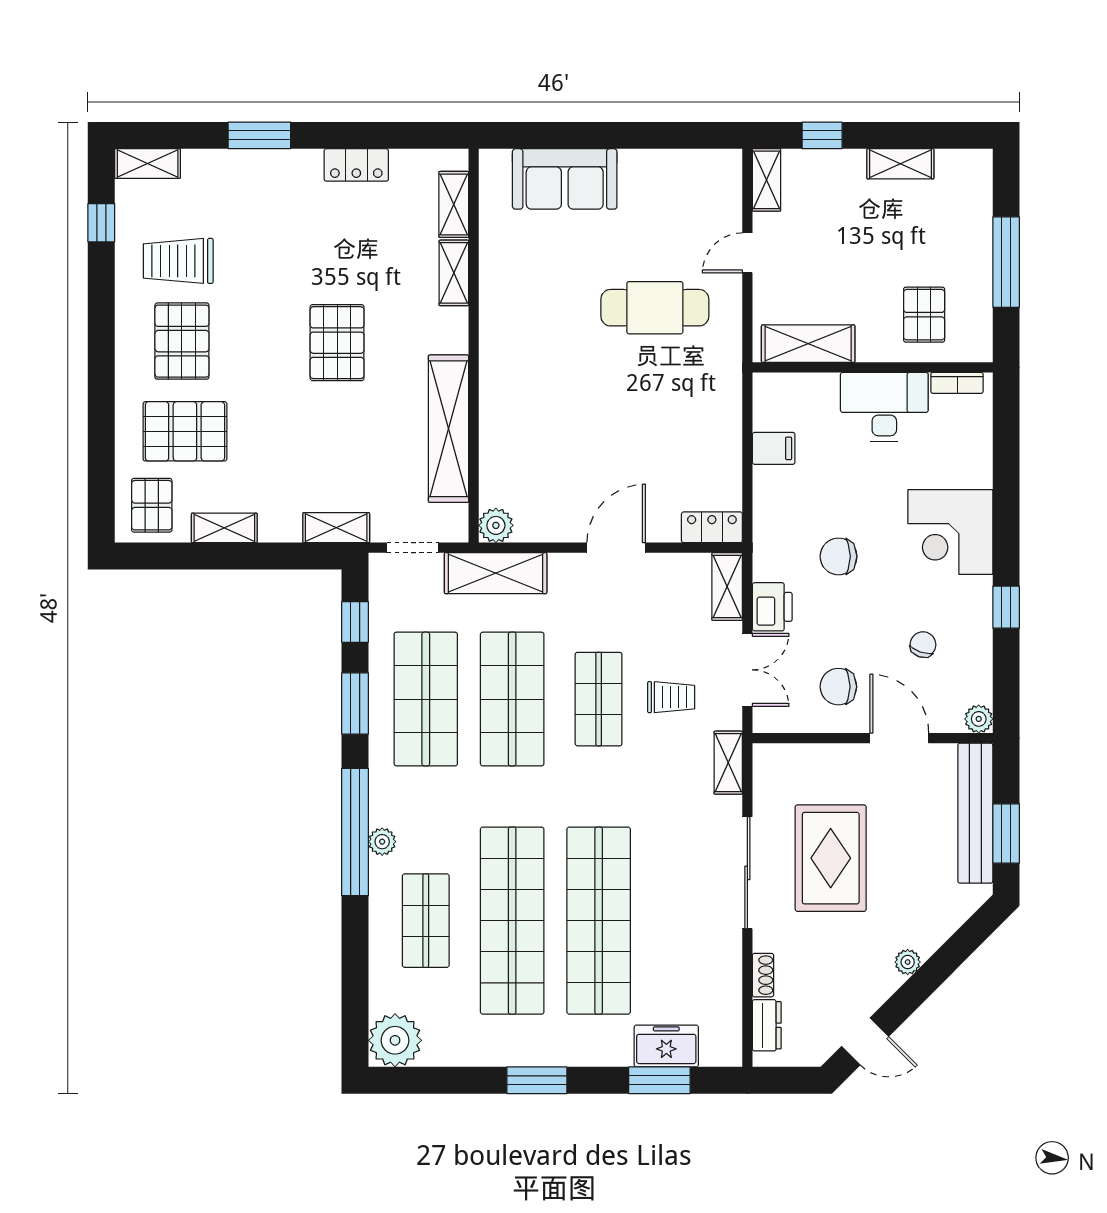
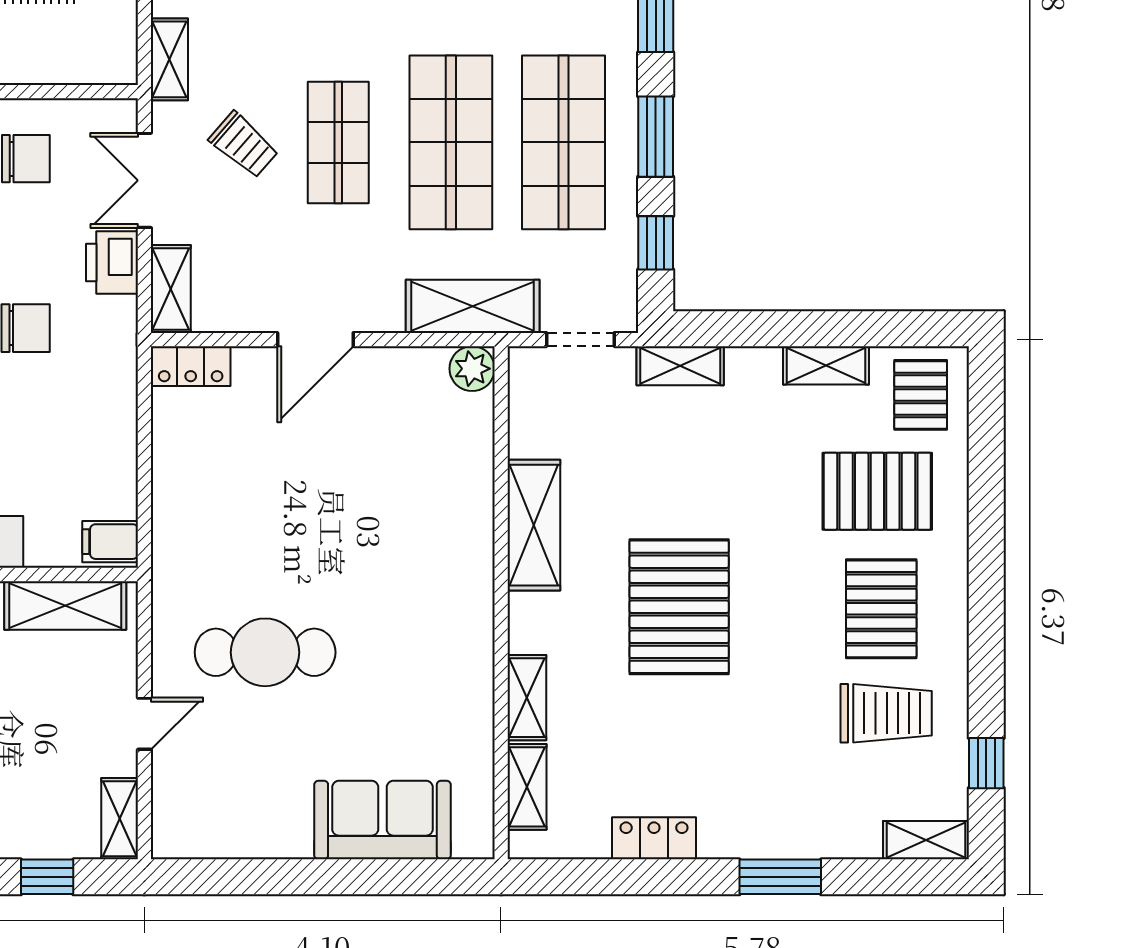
pallet: (337, 343) -> (679, 607), width x1.37, depth x1.41
shelving: (448, 429) -> (534, 525), width x0.68
filing cabinet: (774, 448) -> (110, 542), moved
trolley: (671, 697) -> (244, 145), turned -139

